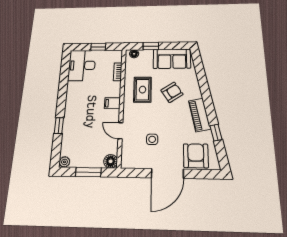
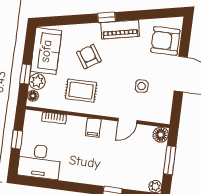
plant: (146, 55) -> (37, 82), added
window: (216, 133) -> (107, 17), moved

